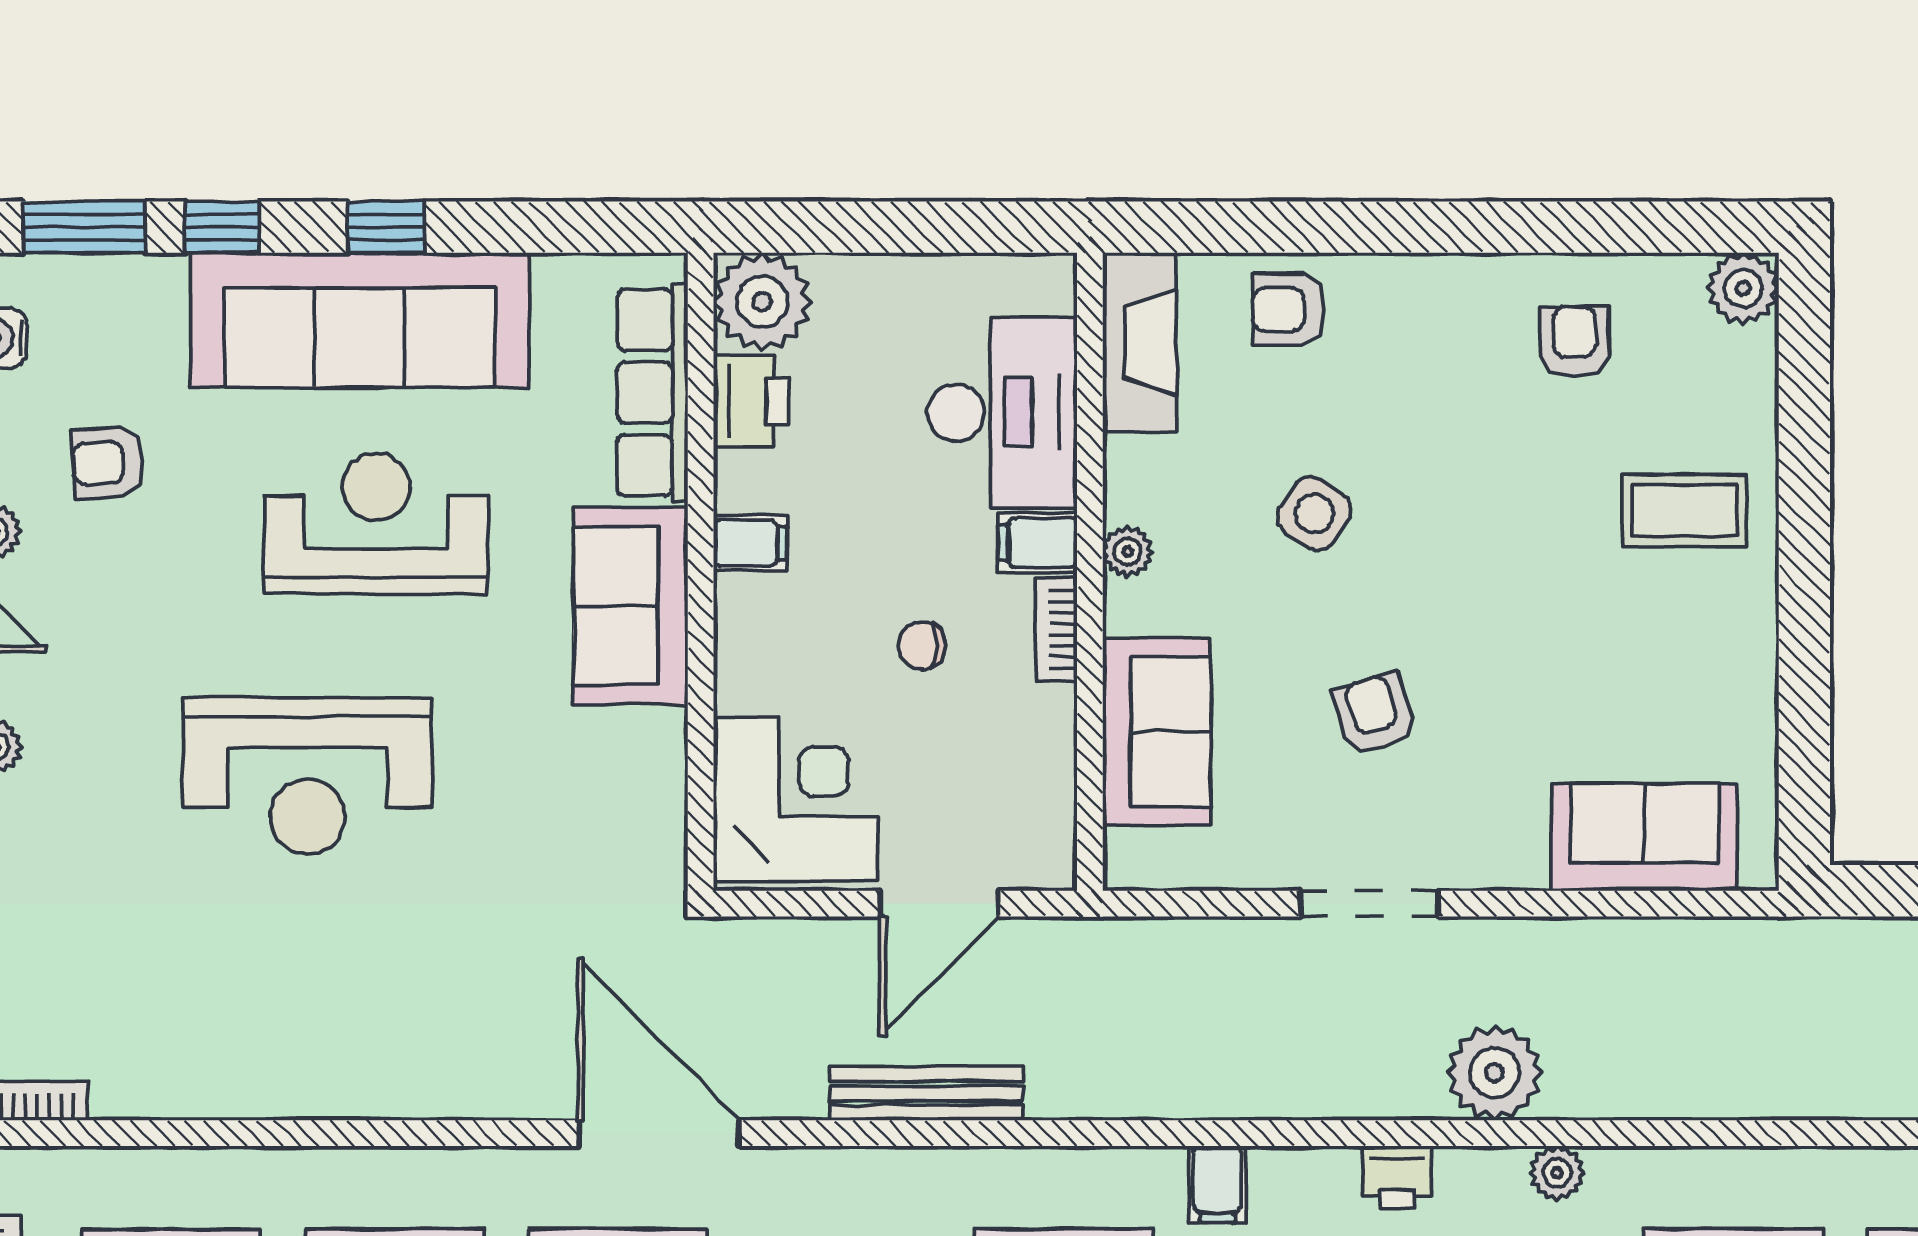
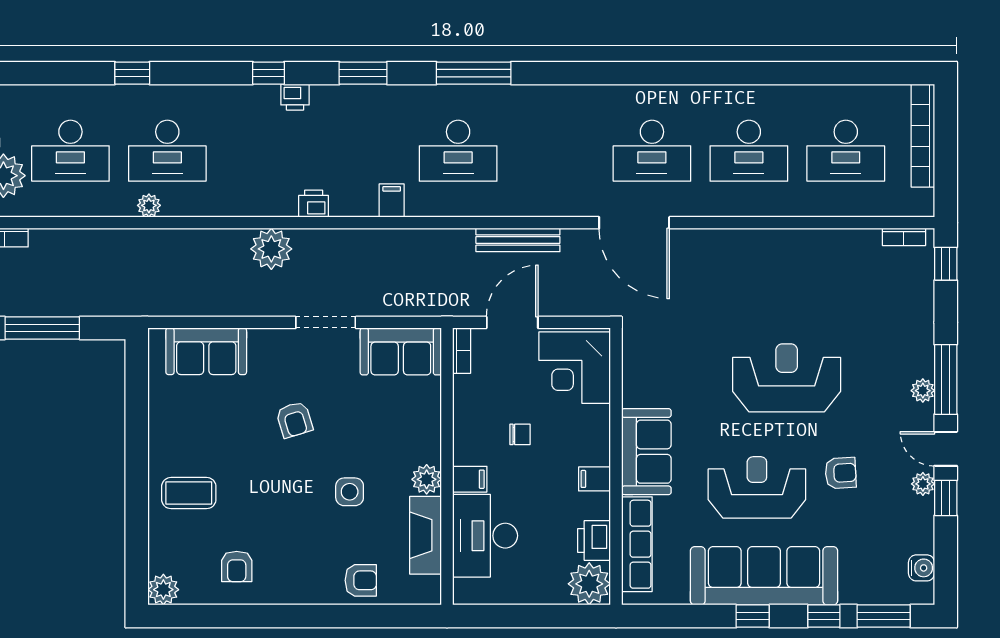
fireplace: (1139, 342) -> (425, 535), moved
armchair: (108, 463) -> (841, 473), moved
side table: (1314, 514) -> (350, 492), turned -34
reception desk: (376, 524) -> (757, 487), turned 180
plant: (1128, 552) -> (427, 479), width x1.38, depth x1.38
bookcase: (1056, 629) -> (462, 351), moved
armchair: (1374, 714) -> (294, 420), moved
sofa: (1157, 732) -> (401, 351), moved, turned -90
plant: (1557, 1173) -> (149, 205), moved

